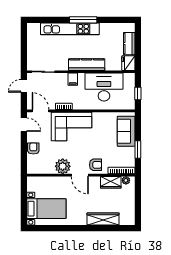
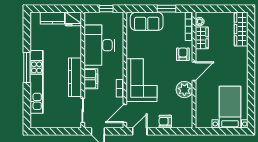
kitchen counter: (87, 65) -> (75, 77), moved
filing cabinet: (73, 79) -> (91, 79), width x2.00
wardrobe: (103, 219) -> (241, 29), moved

